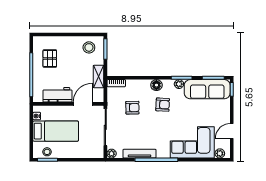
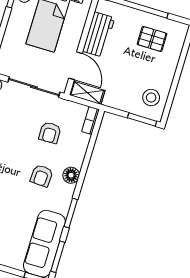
shelving: (98, 76) -> (87, 93), moved
plant: (179, 84) -> (63, 207), removed

